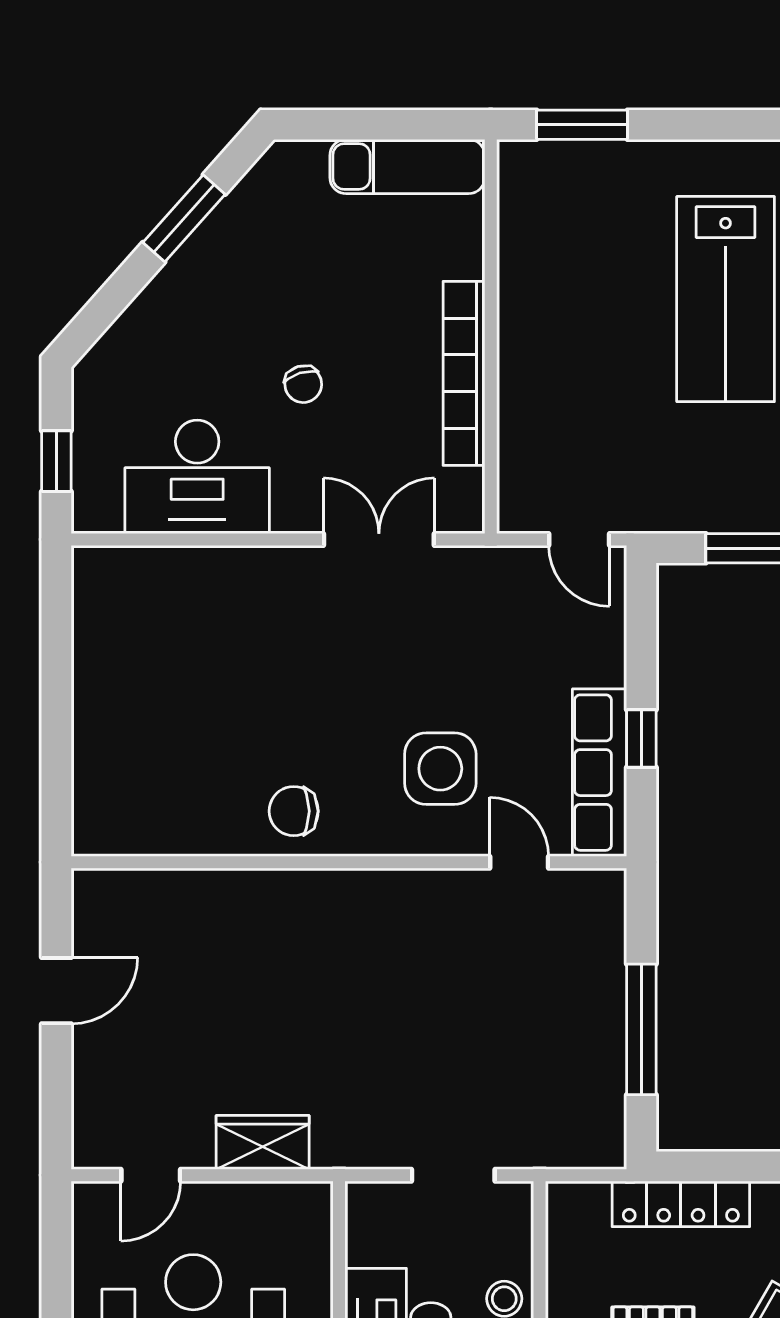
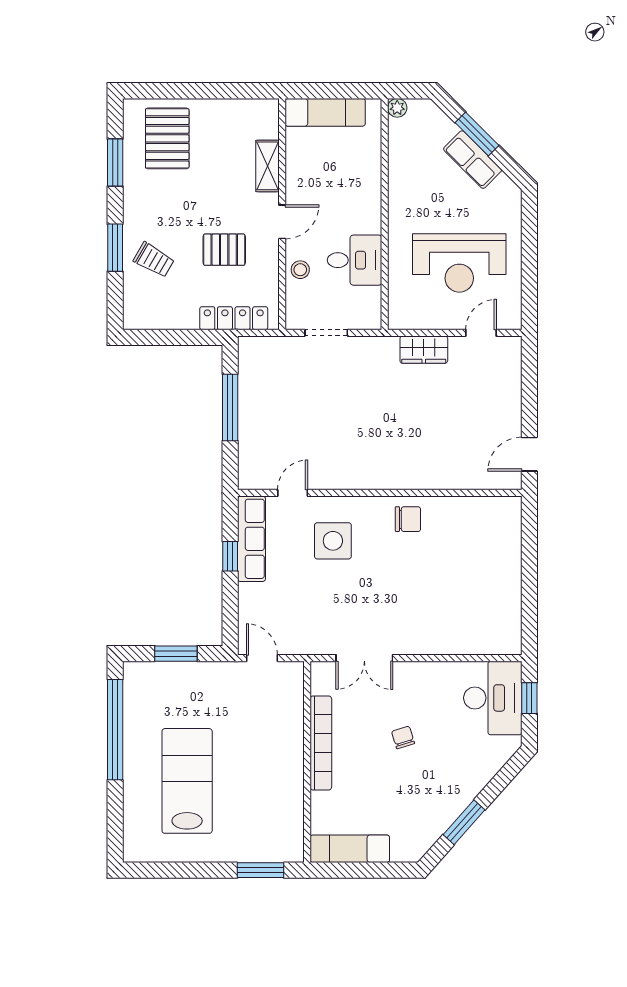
desk: (197, 477) -> (493, 698), moved, turned 90
door: (519, 862) -> (293, 493), swing flipped
door: (56, 991) -> (529, 454), moved
locker: (681, 1204) -> (234, 318), moved

